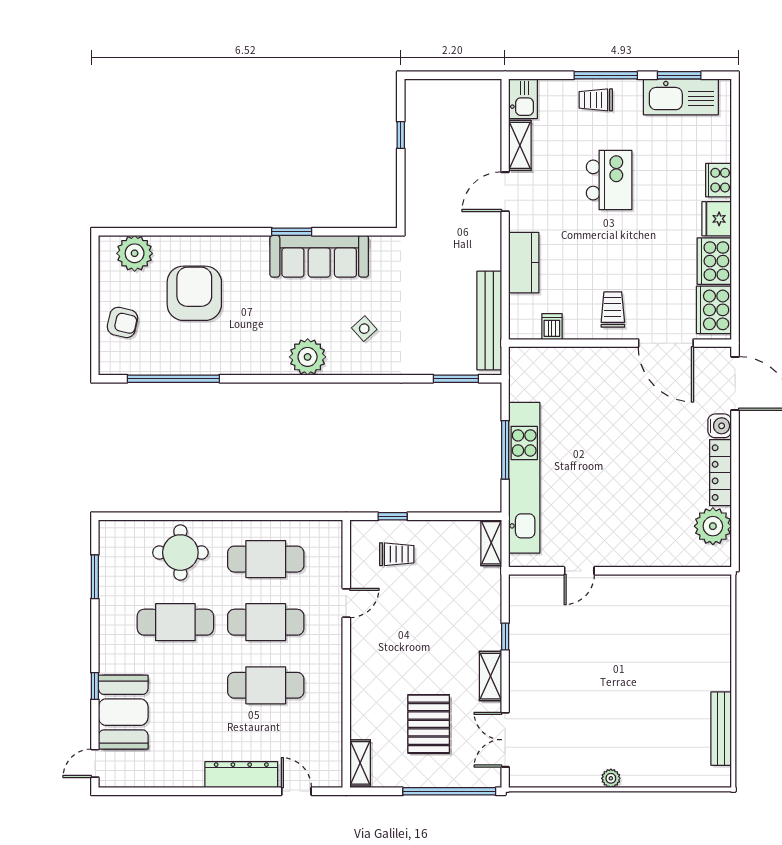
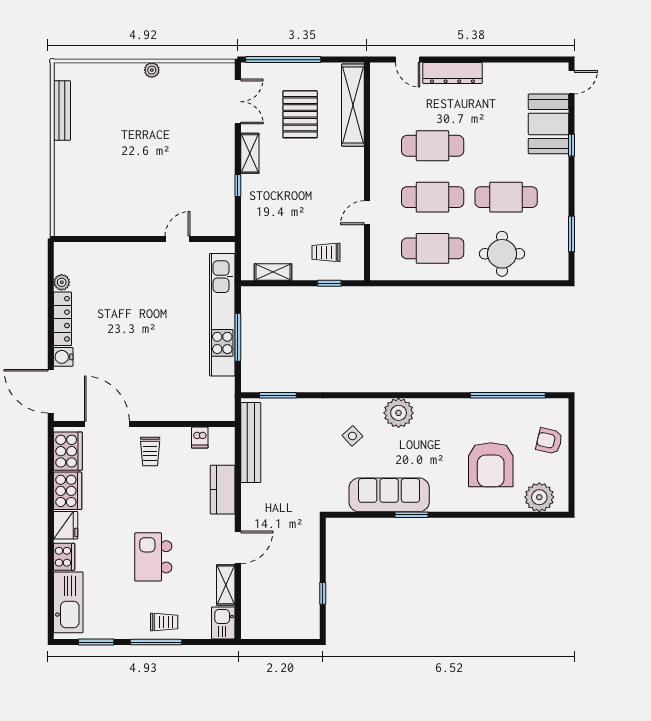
kitchen sink: (681, 97) -> (68, 602), moved, turned 90
plant: (713, 526) -> (62, 282), width x0.53, depth x0.53
shelving: (491, 543) -> (273, 272), moved, turned 90
shelving: (360, 763) -> (353, 105), width x2.20, depth x1.33

